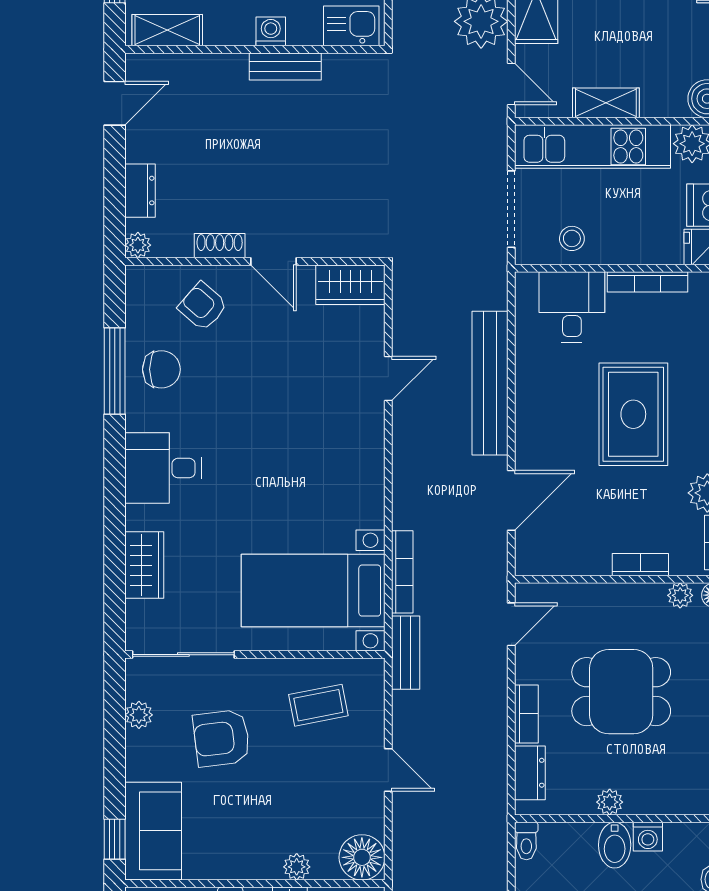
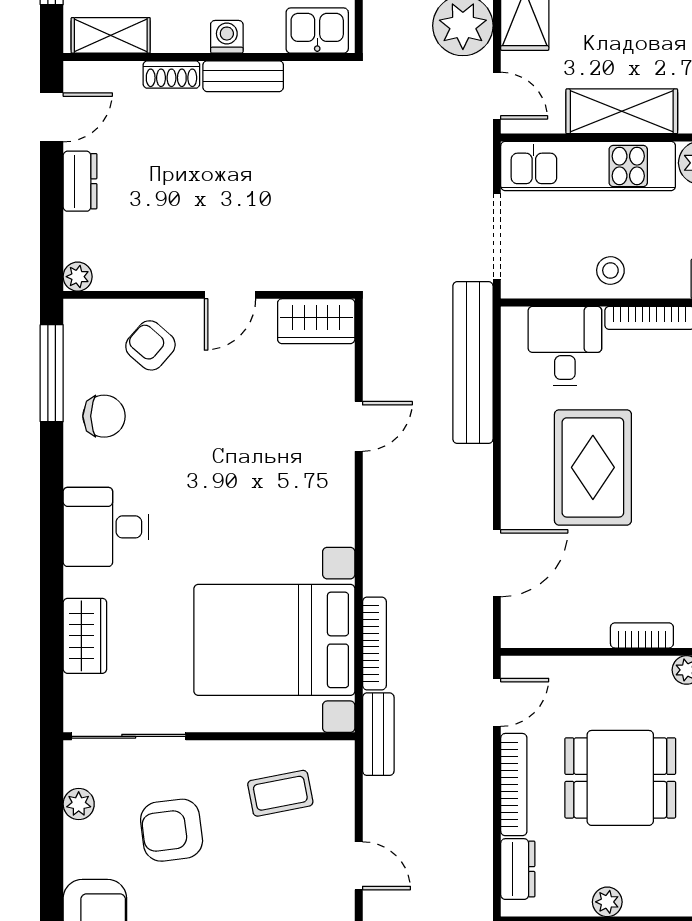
shelving: (606, 103) -> (622, 111), width x1.50, depth x1.33
dresser: (140, 191) -> (80, 181), moved
stool: (572, 238) -> (610, 271), moved
shoe rack: (220, 246) -> (171, 75), moved, turned 180
door: (274, 261) -> (230, 295), hinge flipped
window: (115, 371) -> (52, 373), moved
bench: (490, 383) -> (473, 363), moved
rug: (633, 414) -> (593, 467), moved
bed with nightstands: (313, 591) -> (274, 640), width x1.36
bookcase: (526, 714) -> (514, 785), width x1.56

